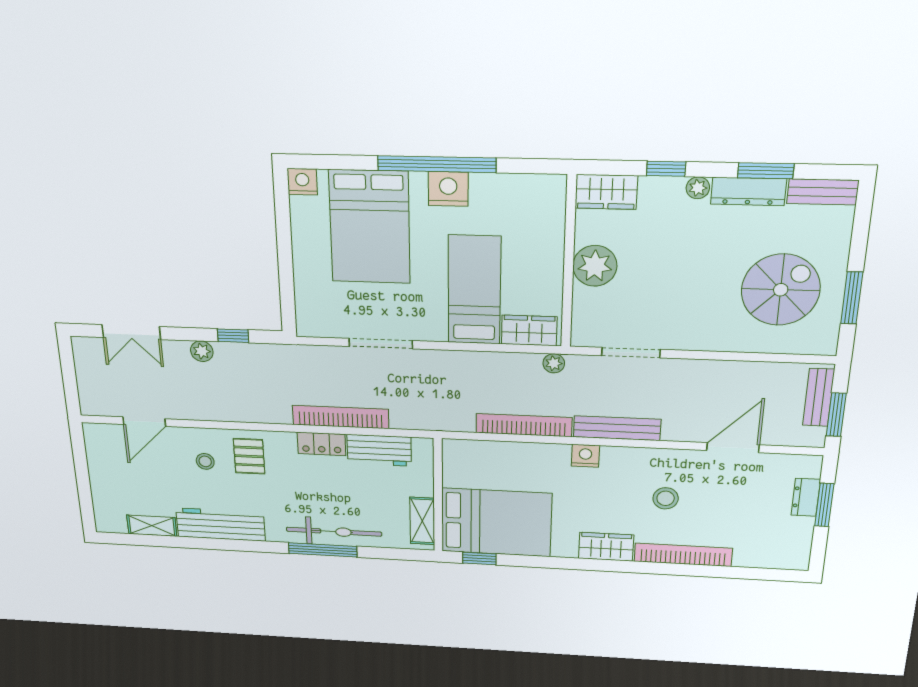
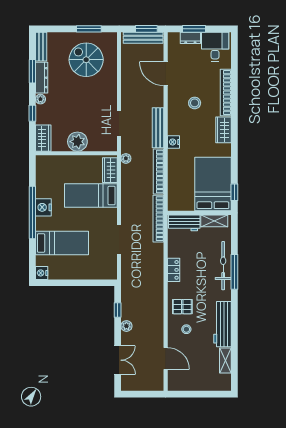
bed: (370, 227) -> (62, 243), width x0.67
bench: (819, 397) -> (143, 38), width x1.36
bookcase: (341, 417) -> (158, 219), moved
workbench: (379, 450) -> (184, 223), moved, turned 90
desk: (781, 541) -> (215, 47), added

